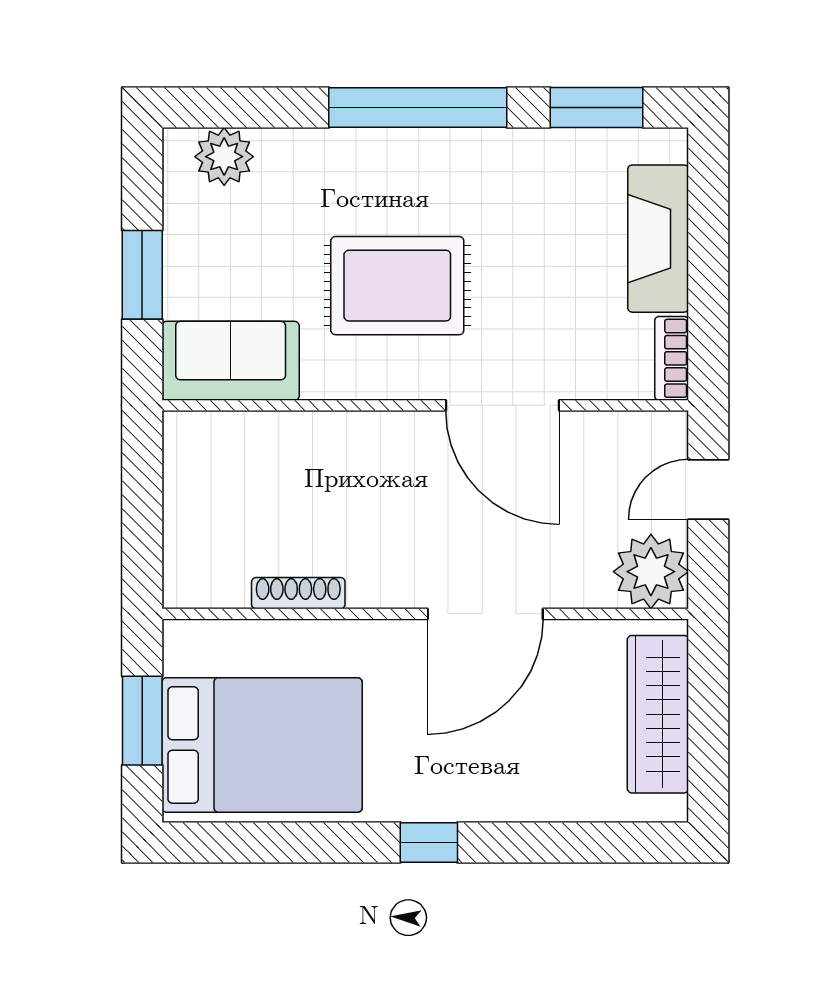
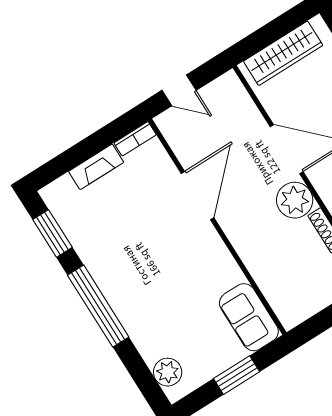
fireplace: (658, 239) -> (96, 167), width x0.73, depth x0.76
rug: (397, 286) -> (176, 269), removed
plant: (651, 572) -> (295, 200), moved

